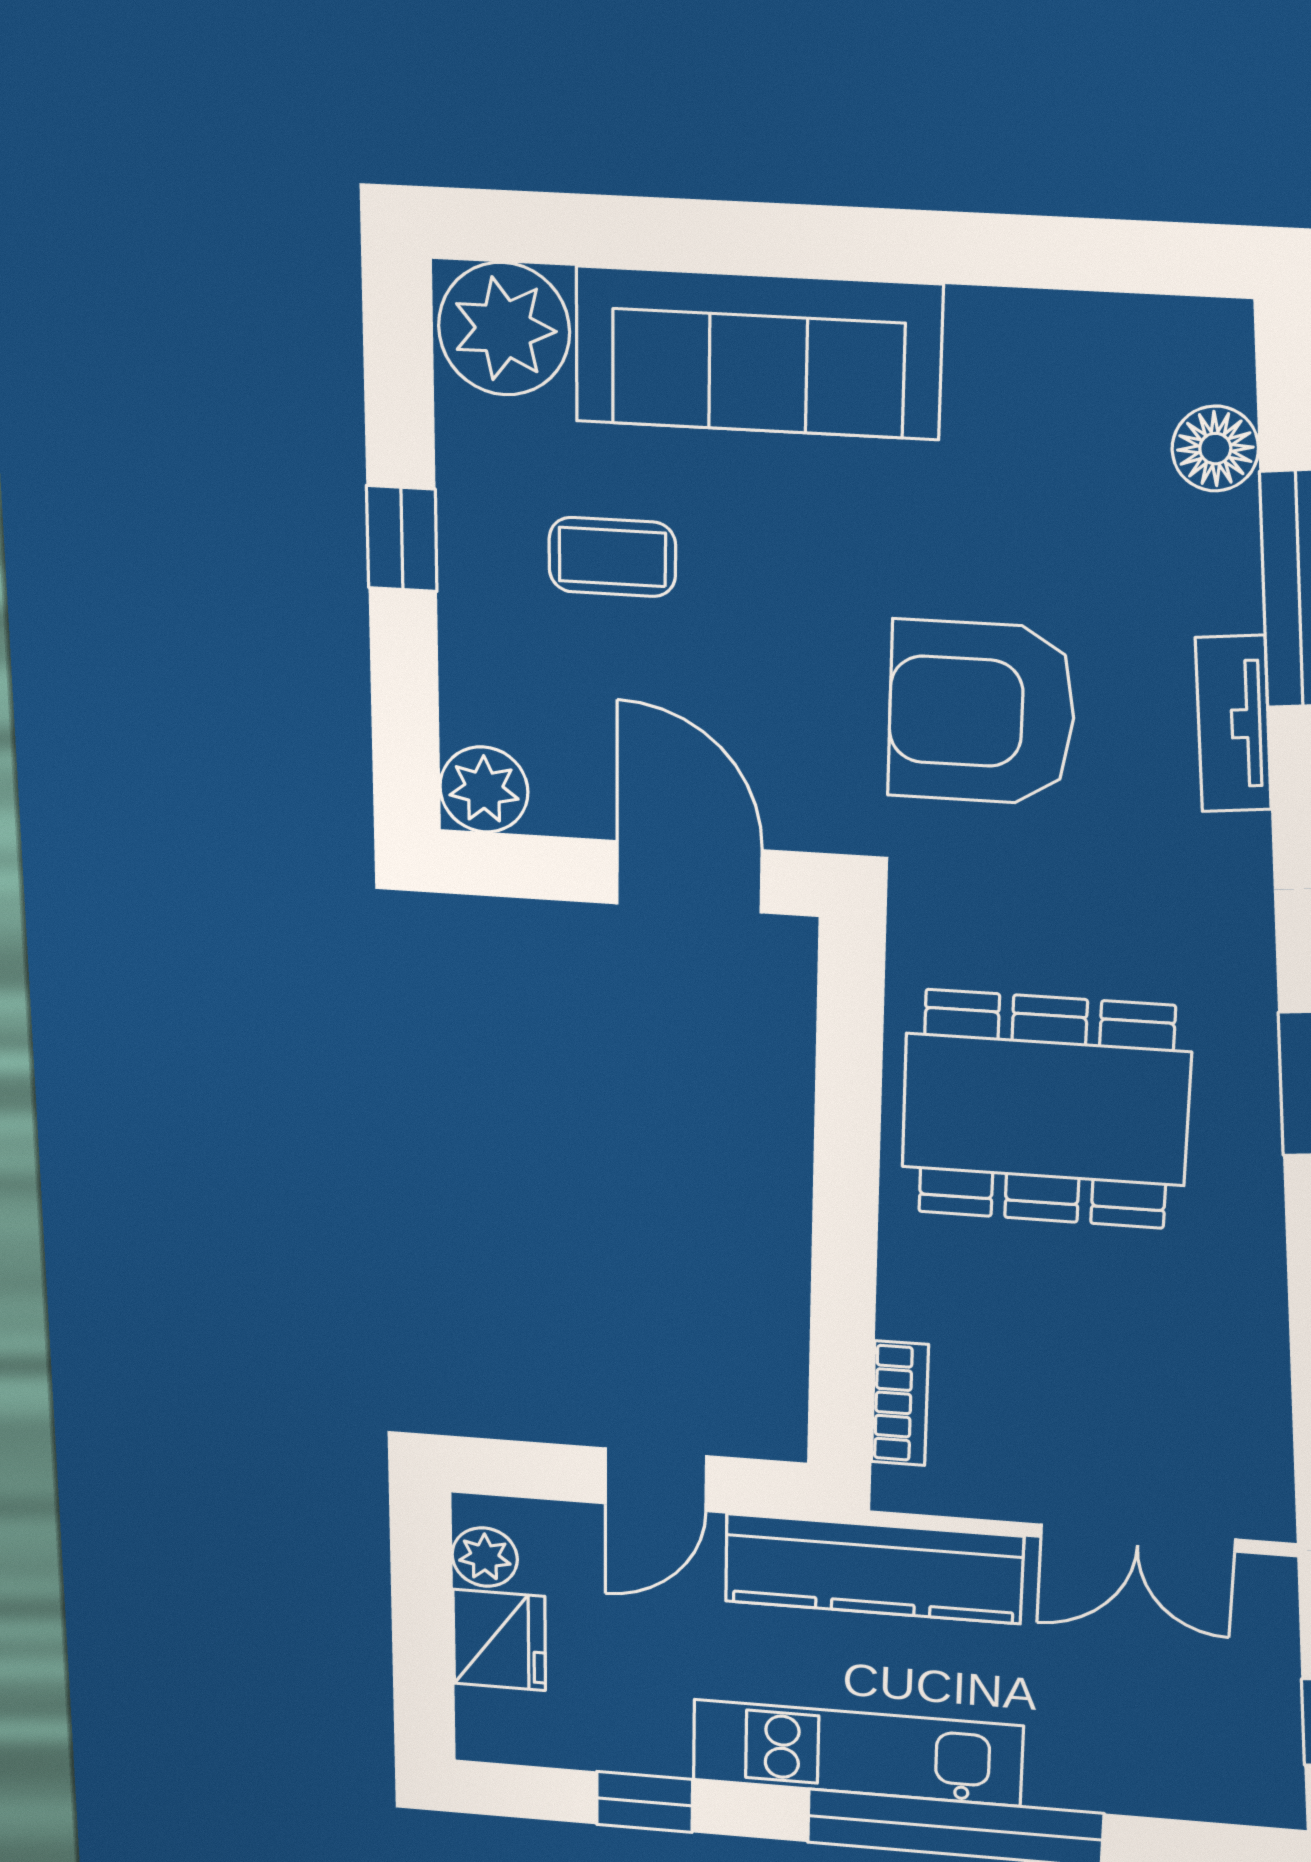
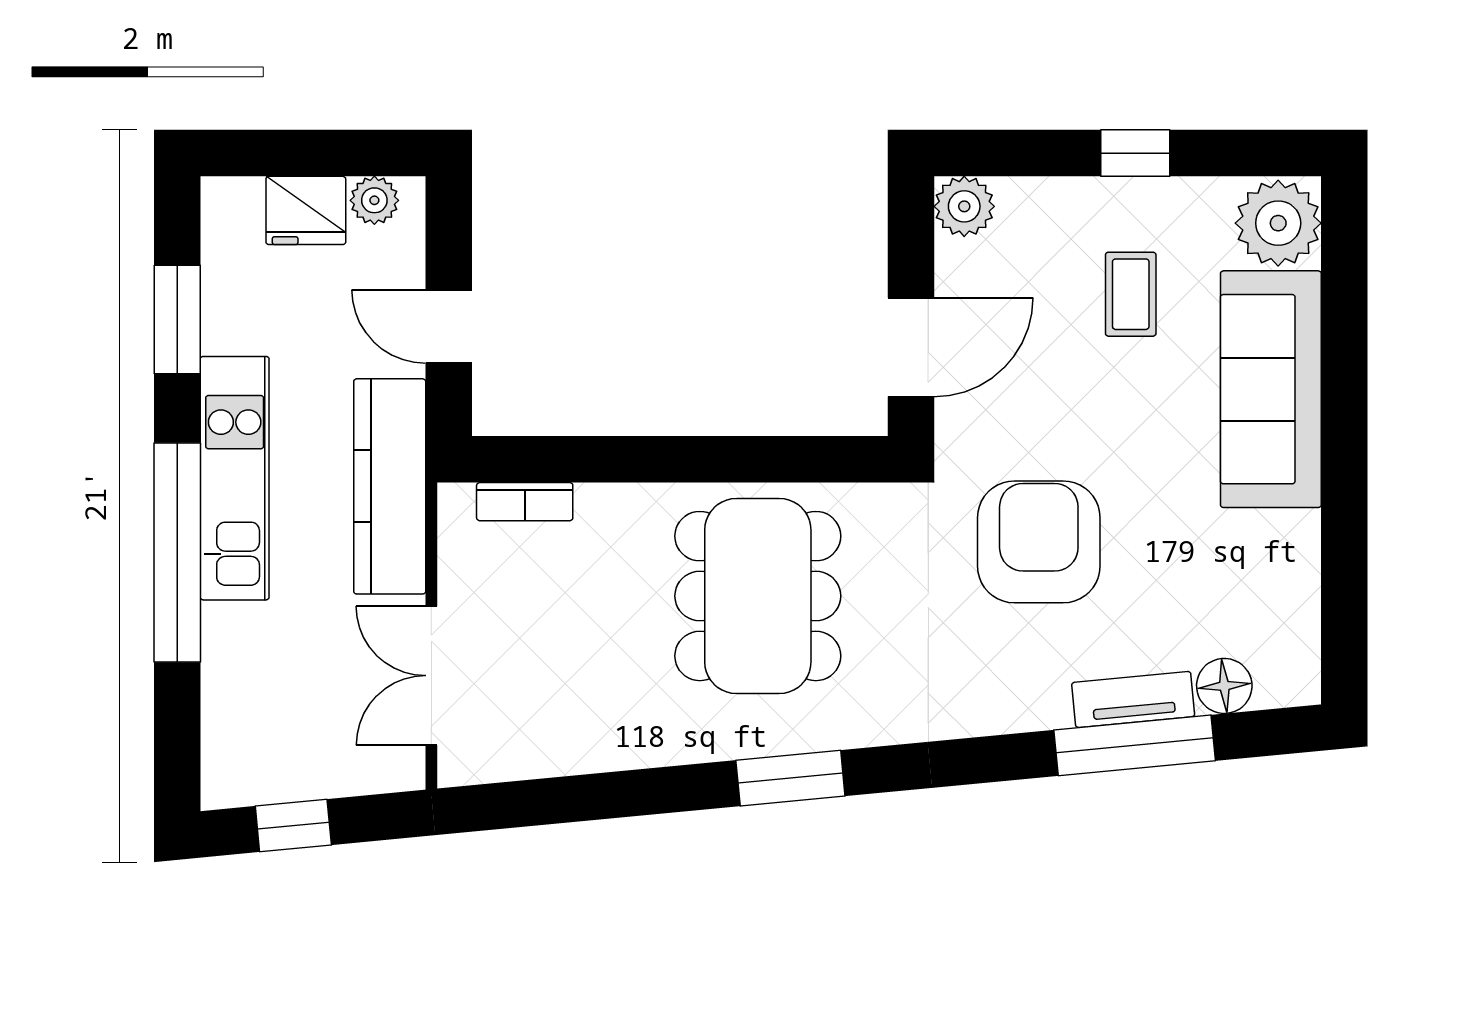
tv unit: (1233, 724) -> (1133, 699), moved
window: (645, 1802) -> (177, 319), width x1.50

